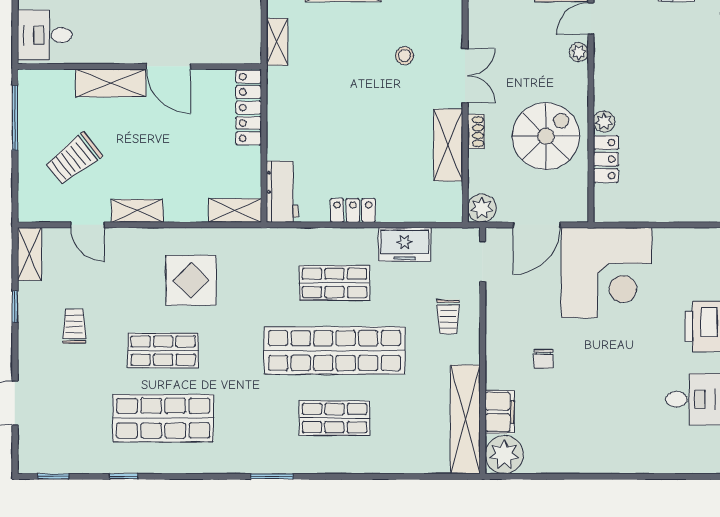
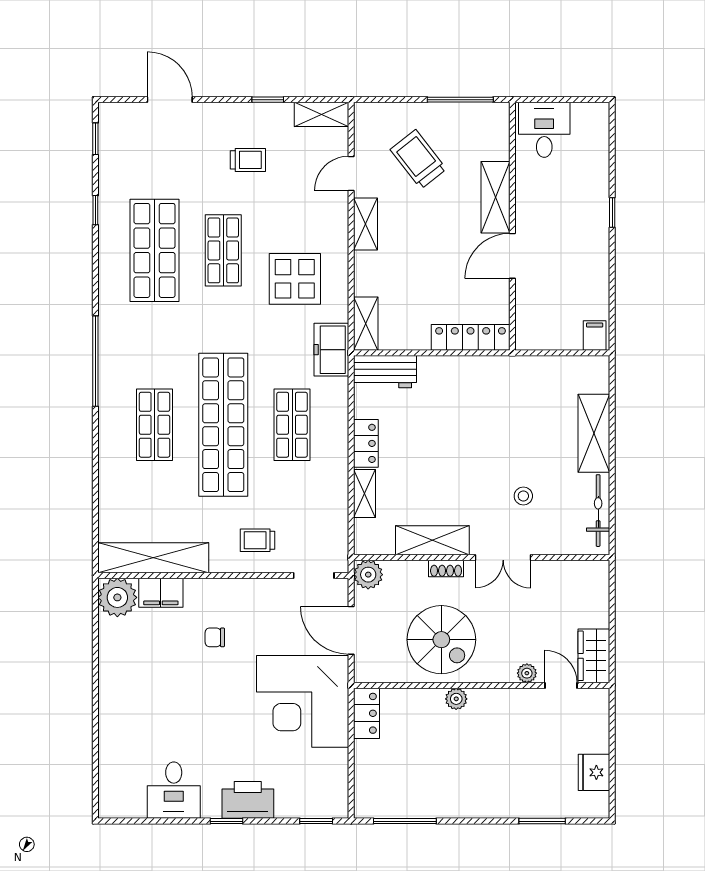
shelving: (277, 42) -> (365, 494), moved, turned 90
locker: (606, 159) -> (367, 713), moved, turned -90
freezer: (405, 244) -> (331, 350), moved
window: (272, 476) -> (95, 361), width x2.11

